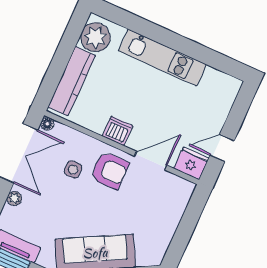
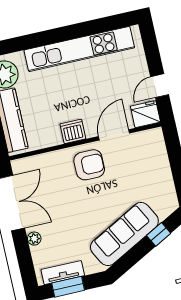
kitchen unit: (162, 58) -> (79, 49), width x1.36
floor lamp: (47, 124) -> (17, 165), removed
side table: (73, 170) -> (61, 185), removed

